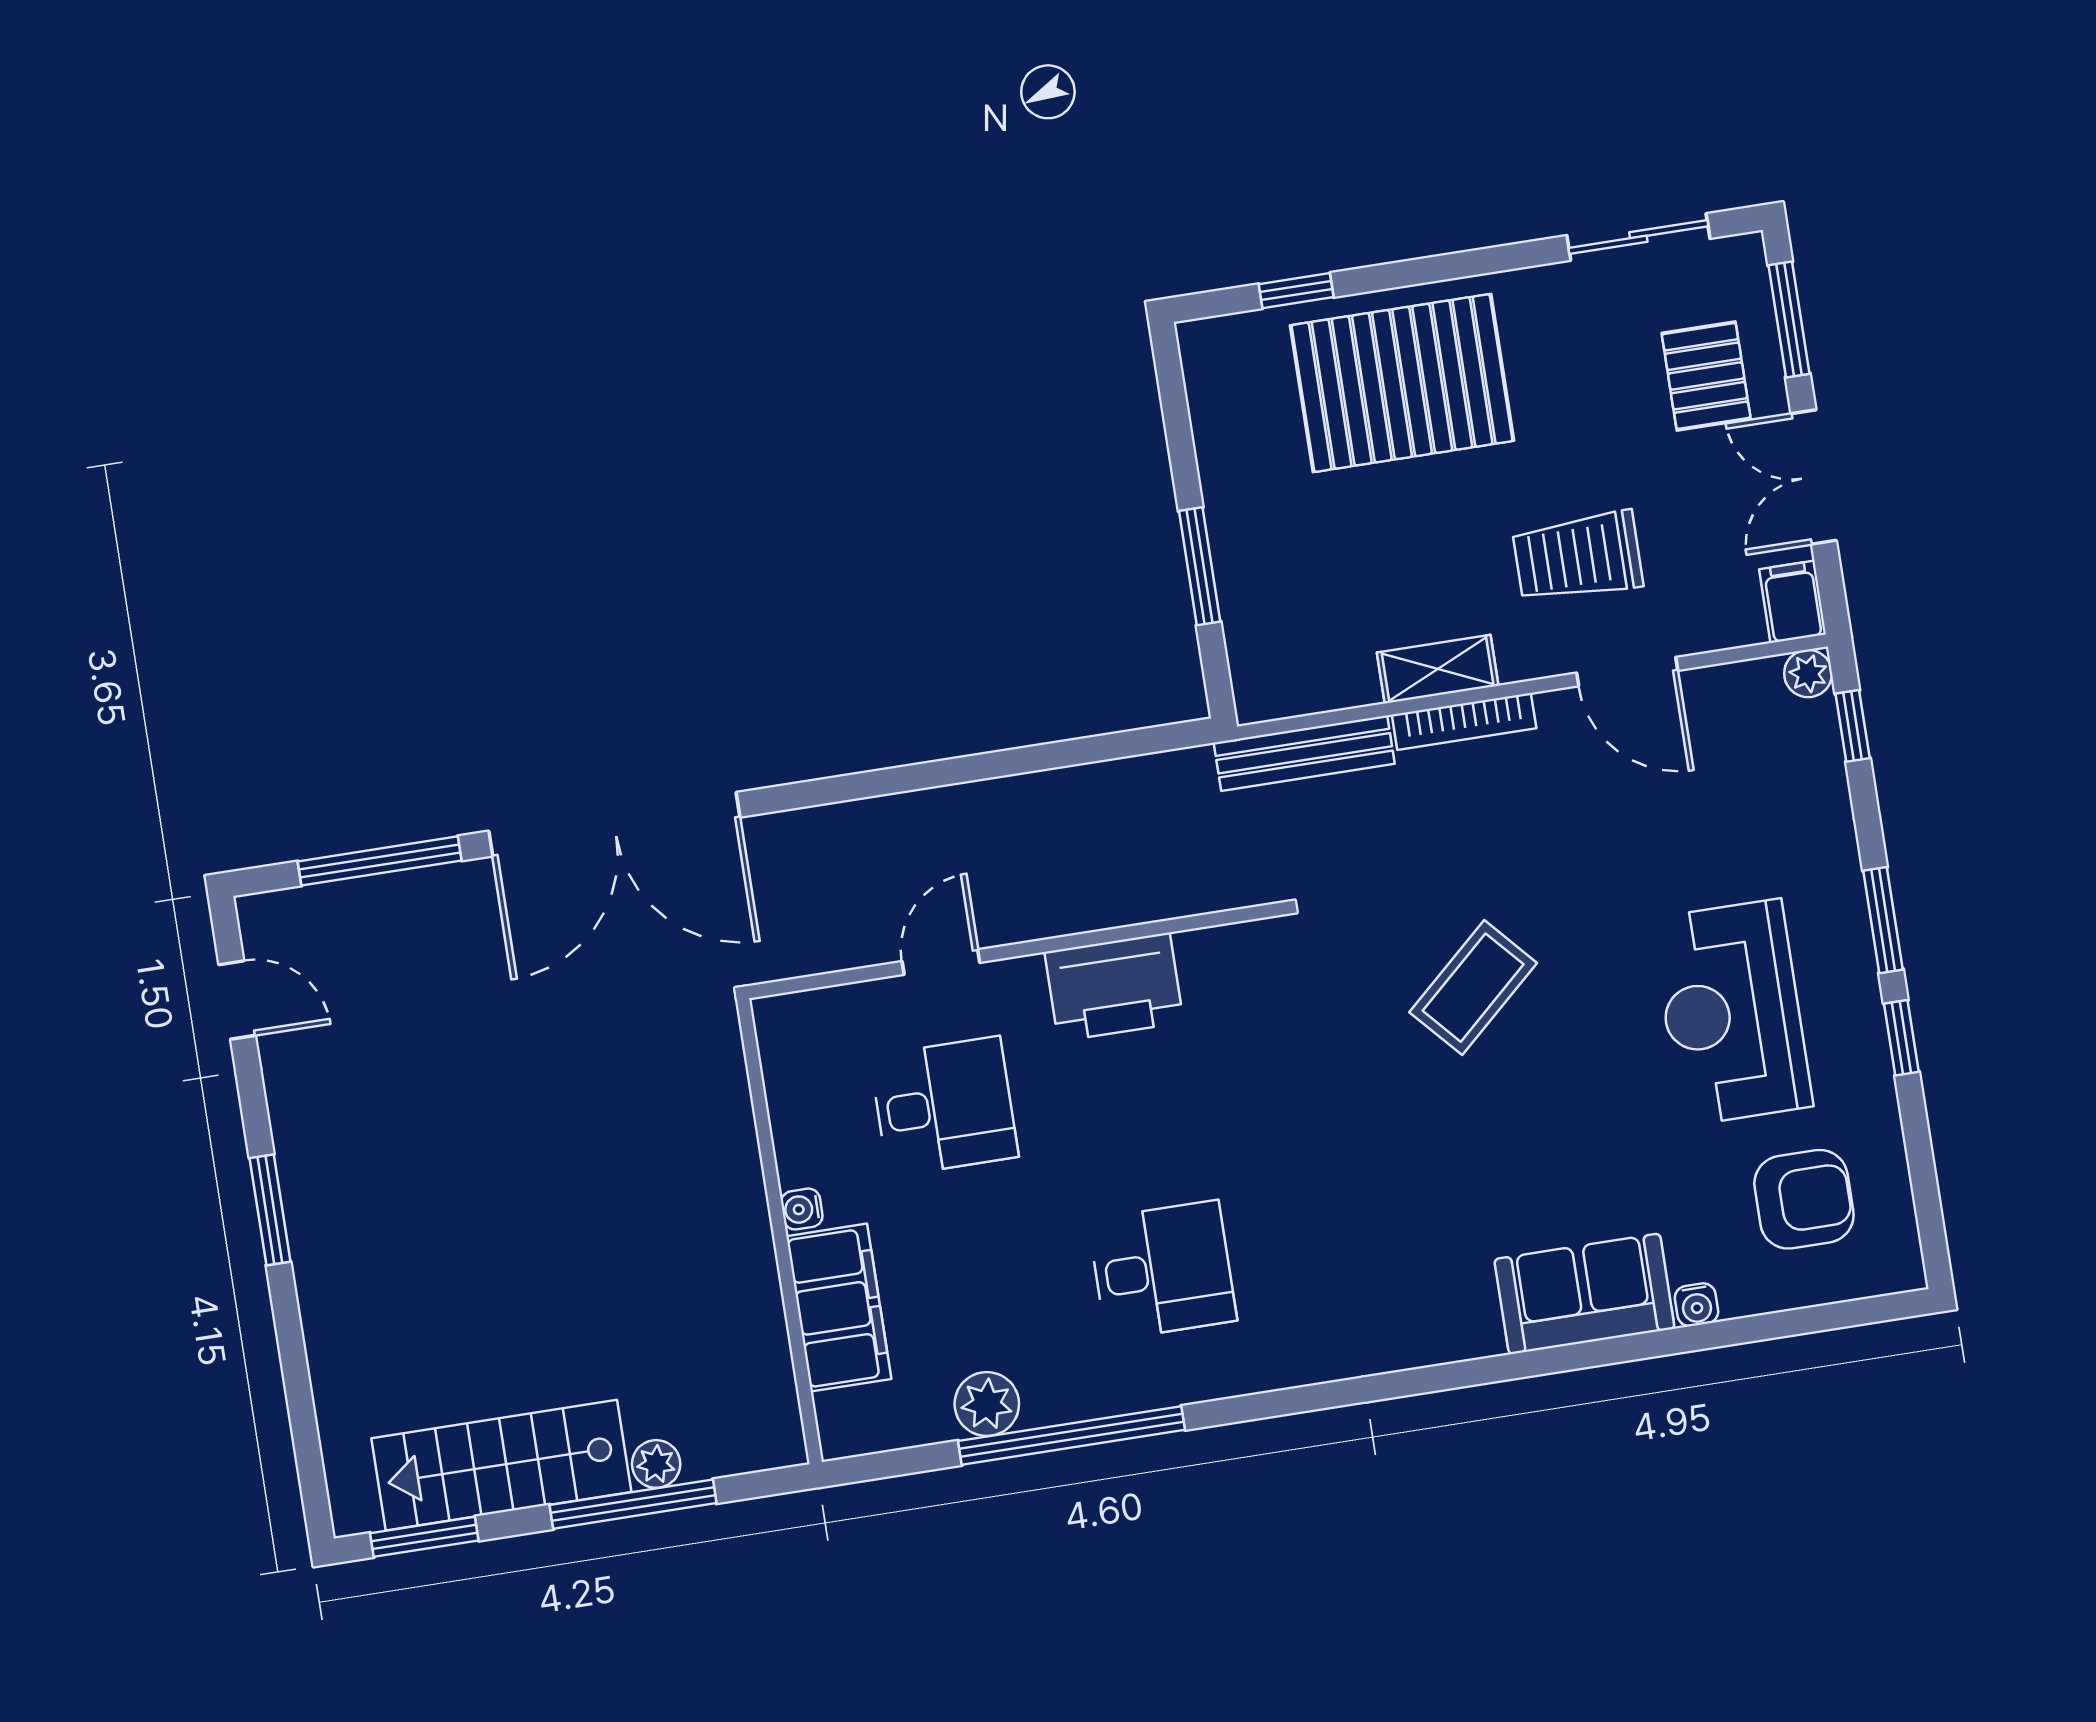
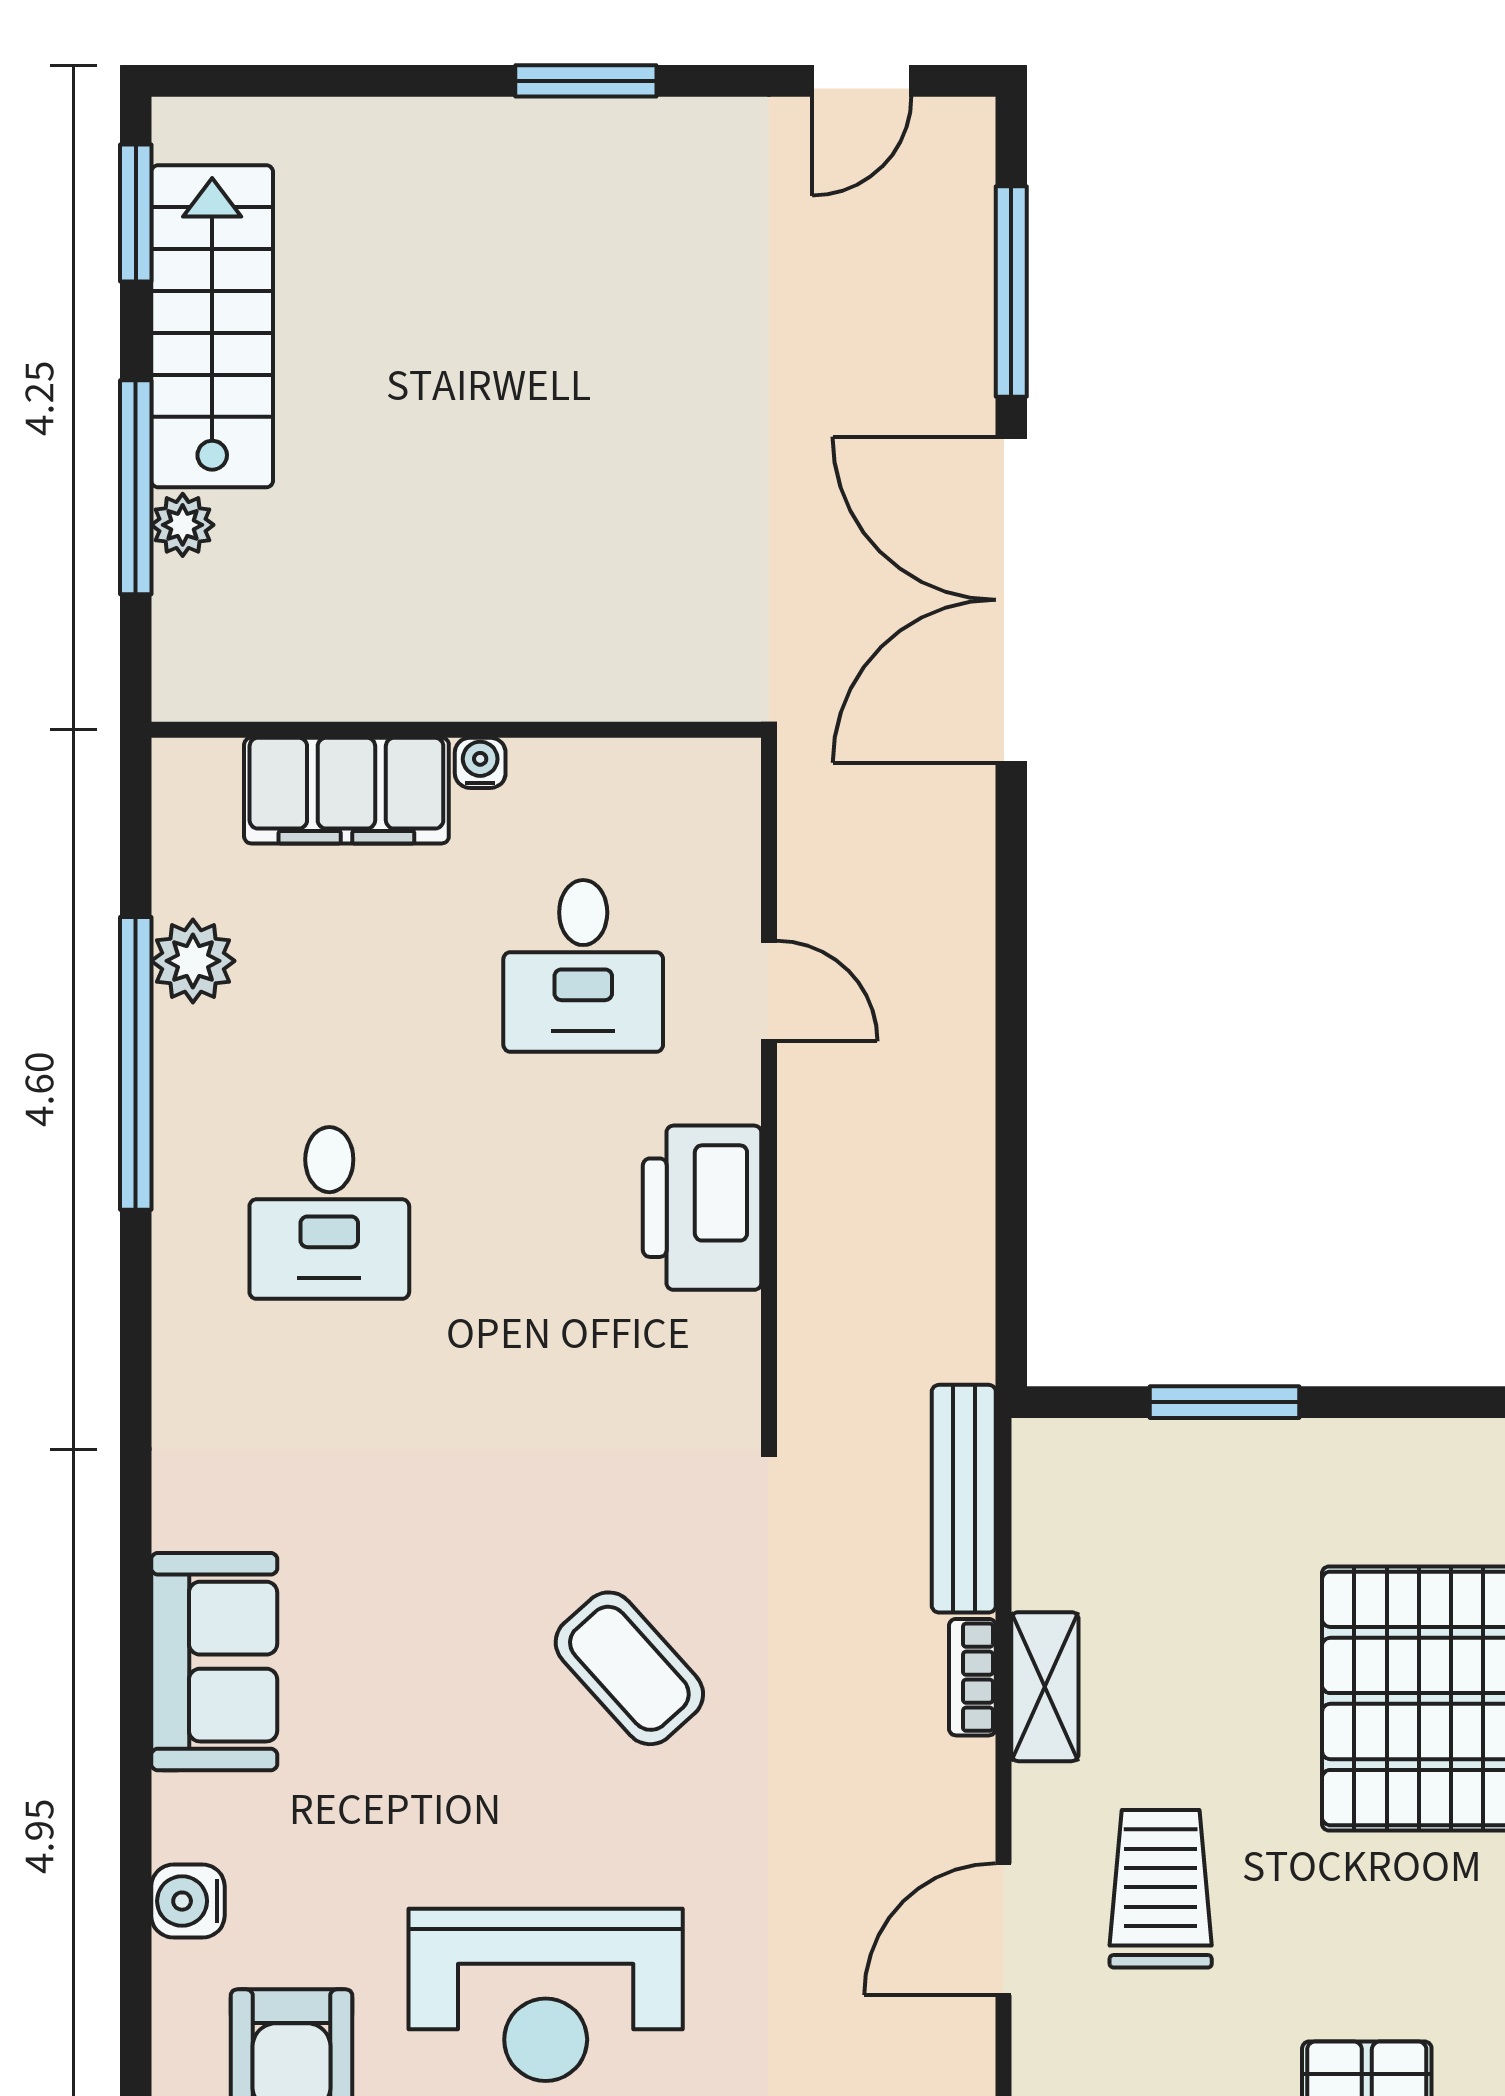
bookcase: (1464, 722) -> (972, 1677), width x0.64
reception desk: (1732, 1012) -> (546, 1995), turned 180
sofa: (1584, 1294) -> (214, 1662), moved
water cooler: (1696, 1305) -> (188, 1901), width x1.38, depth x1.38

